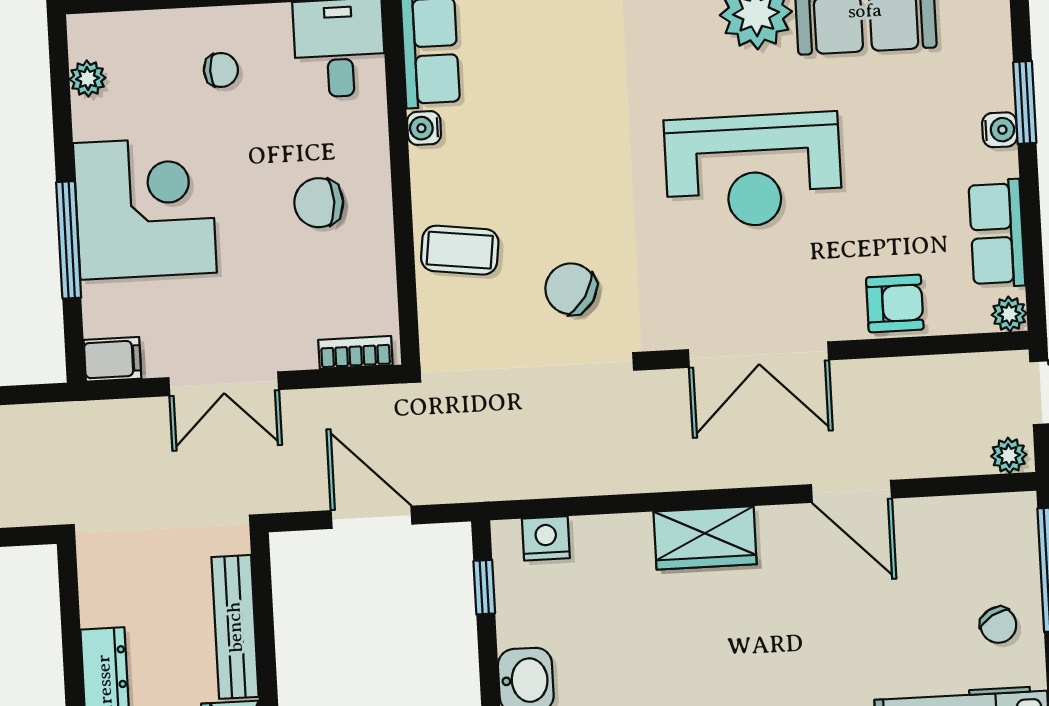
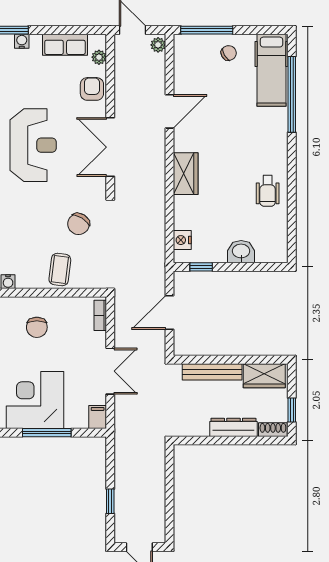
plant: (1009, 314) -> (99, 57), moved
double door: (759, 355) -> (110, 147), swing flipped

